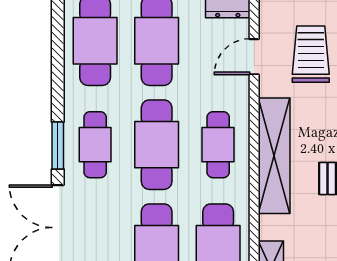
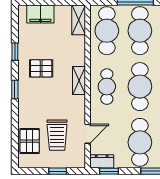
shelving: (274, 156) -> (79, 81), width x0.45, depth x0.75

